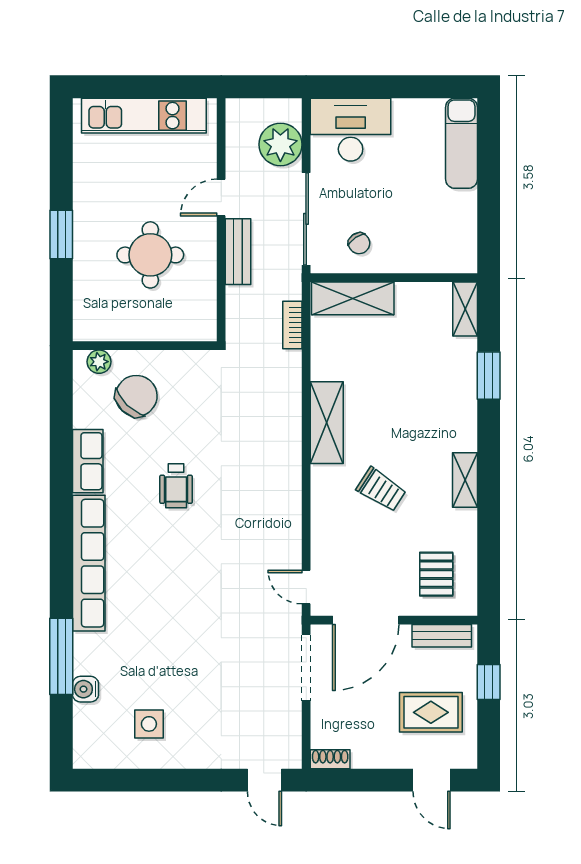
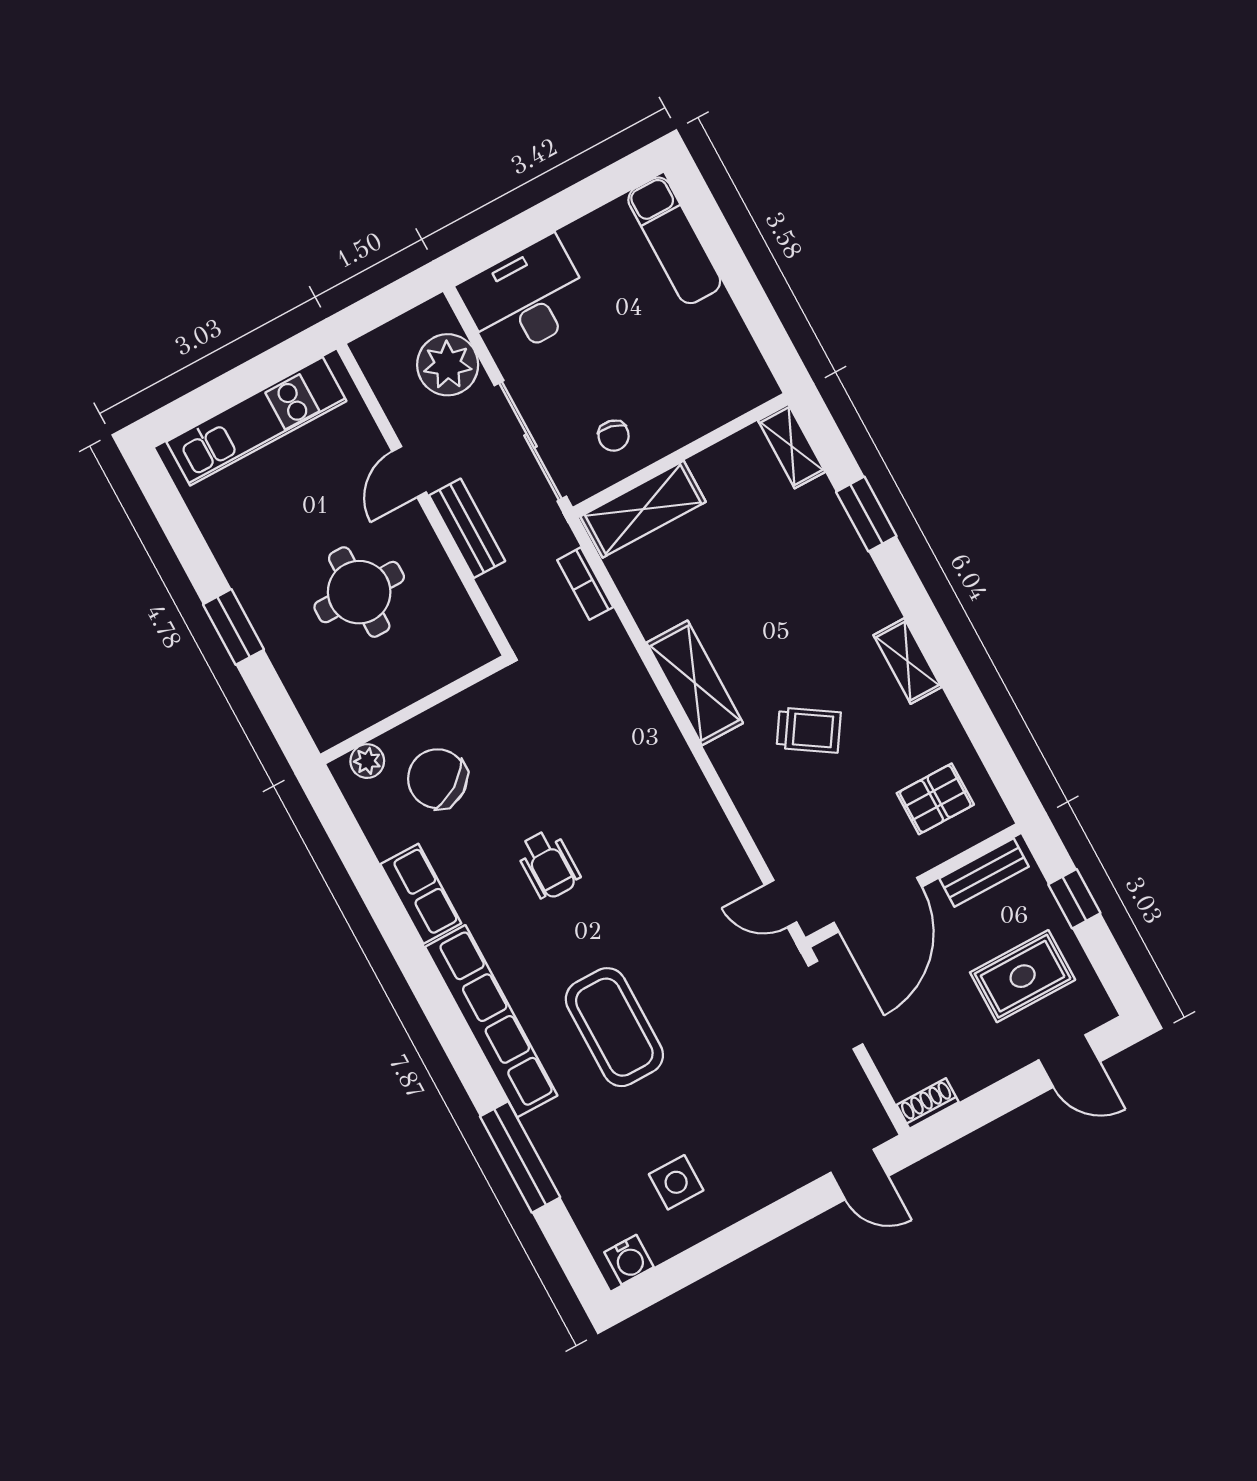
chair: (359, 243) -> (614, 436), turned 47
chair: (136, 396) -> (437, 779), turned -78
pallet: (436, 574) -> (935, 799), turned 90
coffee table: (163, 608) -> (614, 1027), added
water cooler: (86, 689) -> (629, 1260), moved, turned -90

